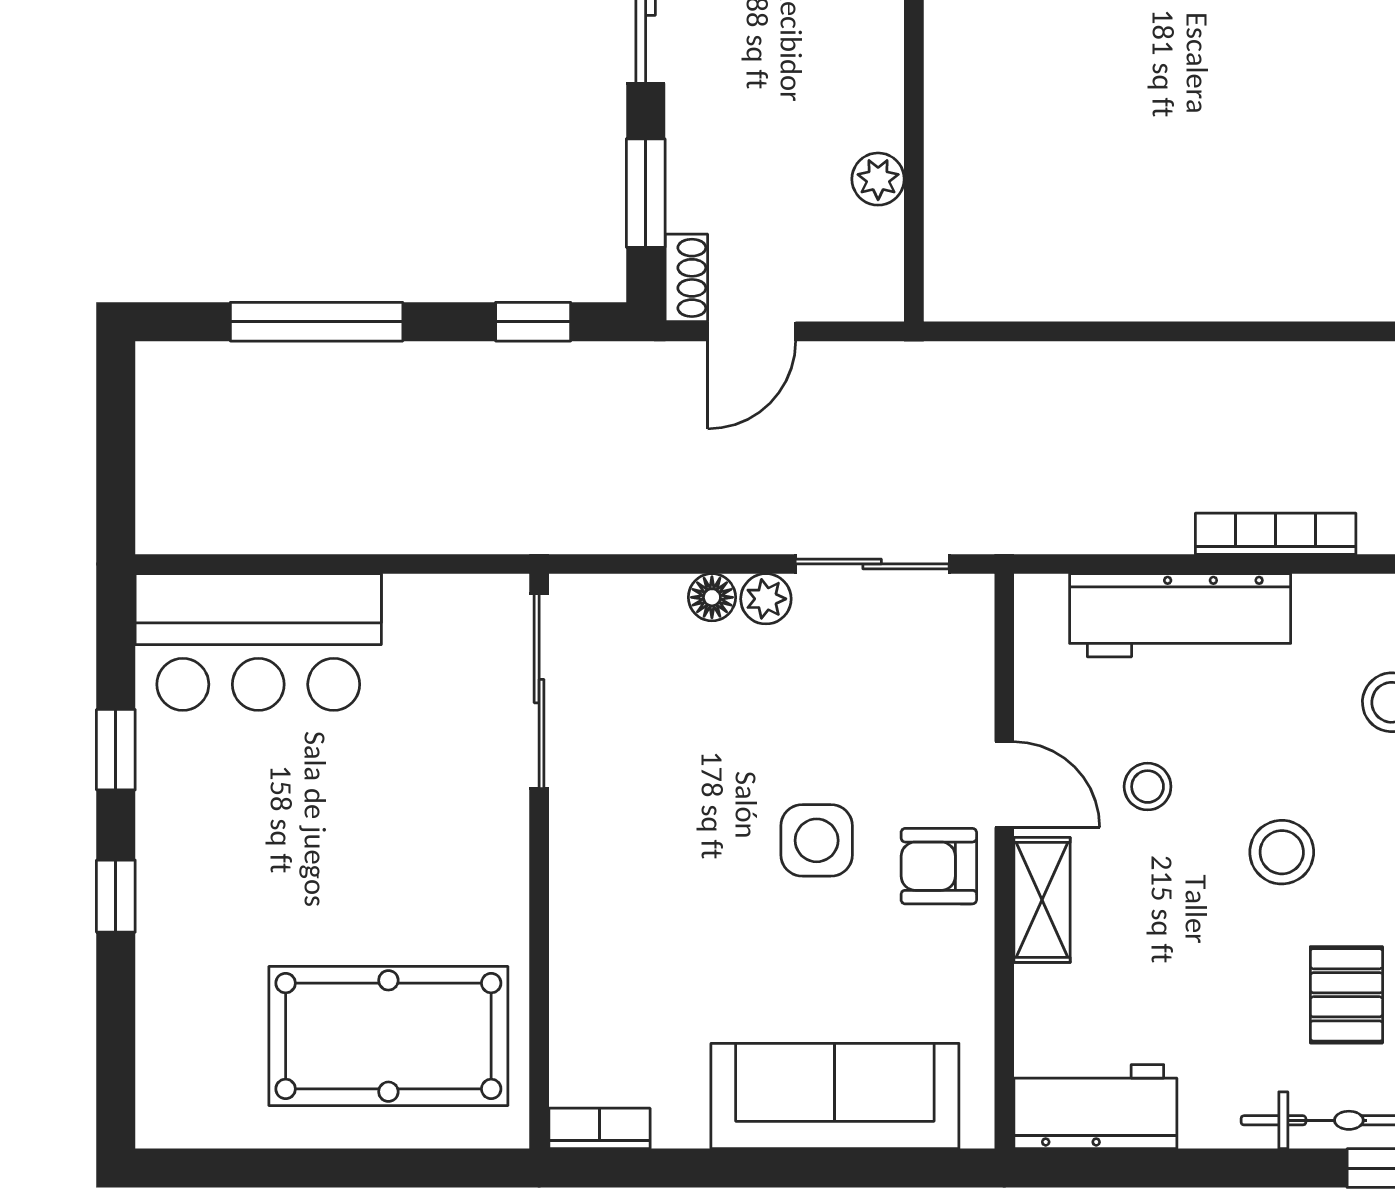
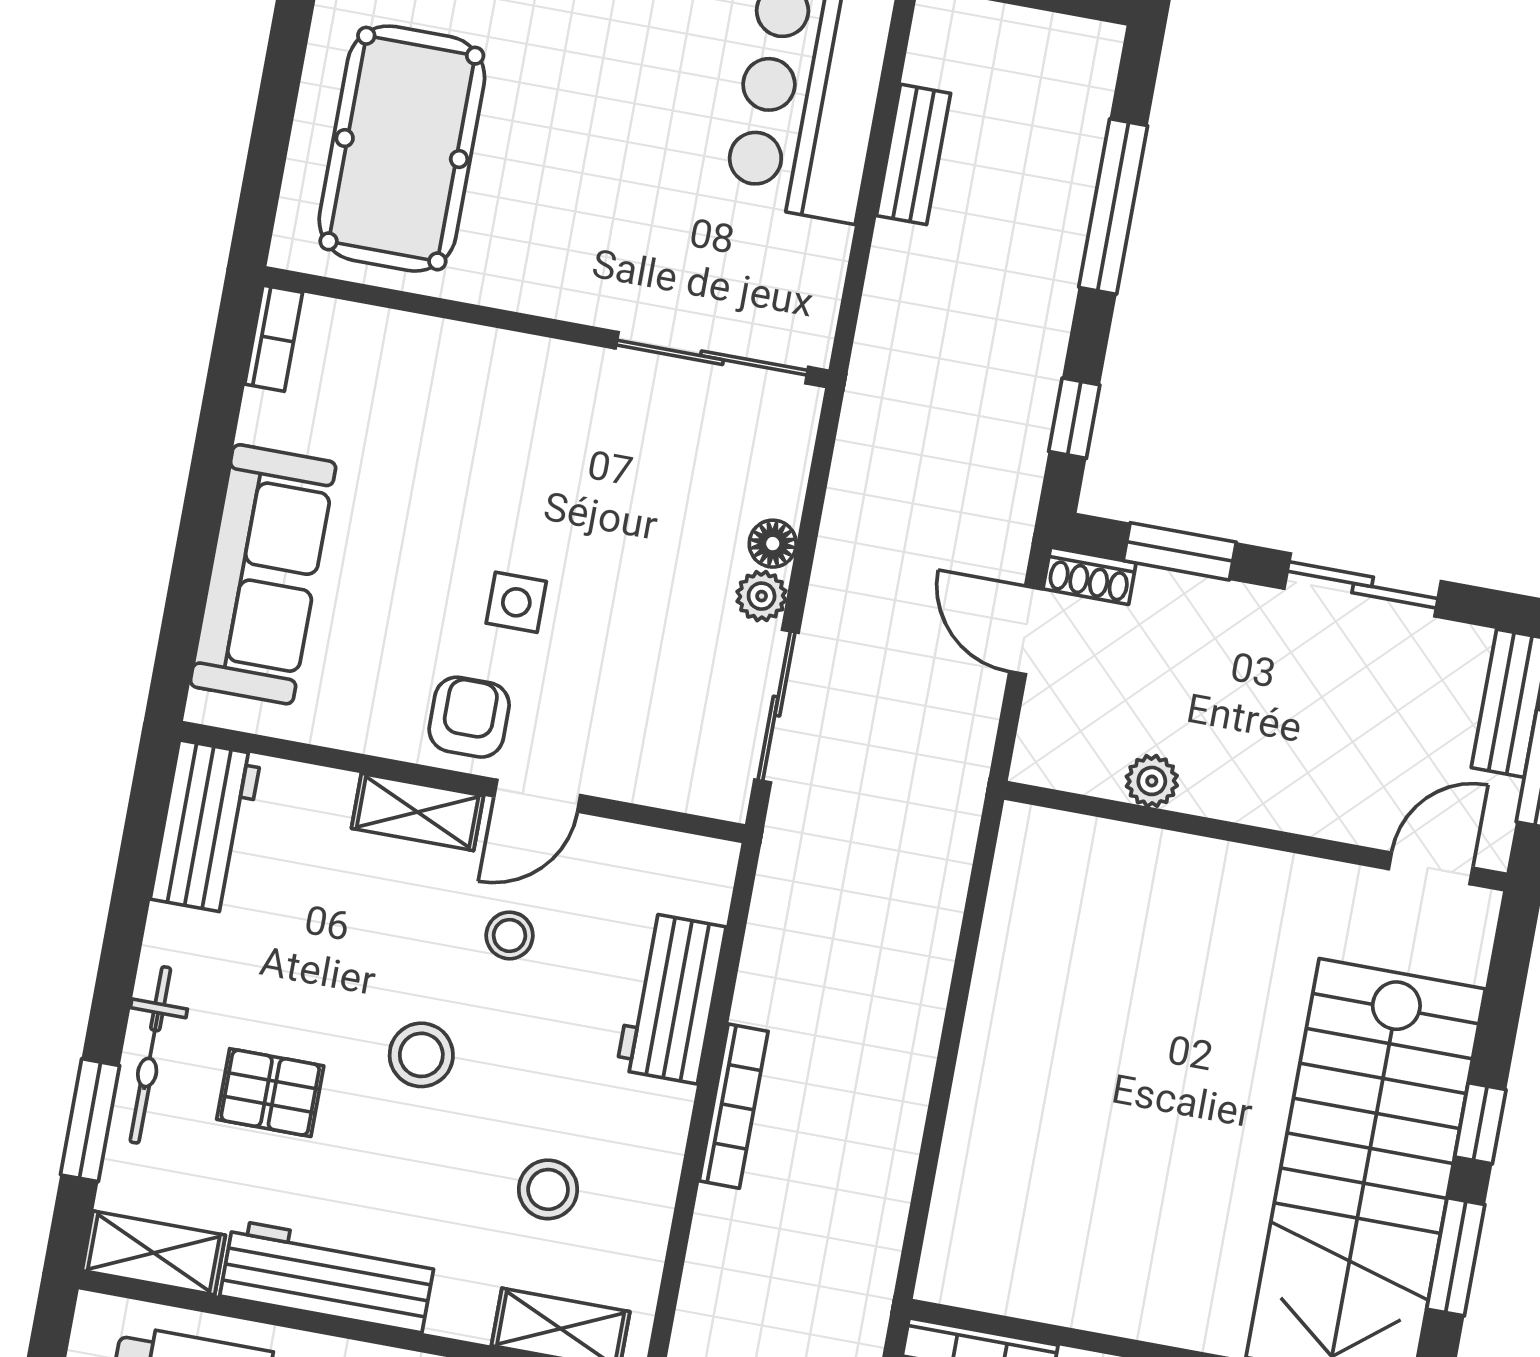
bench: (301, 529) -> (914, 154), added
workbench: (1180, 615) -> (671, 998), width x0.73
side table: (817, 840) -> (516, 602), width x0.73, depth x0.73

